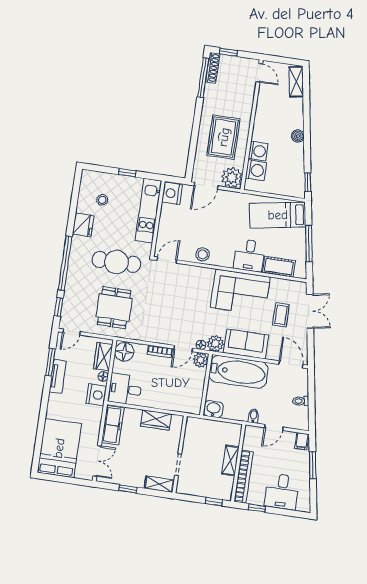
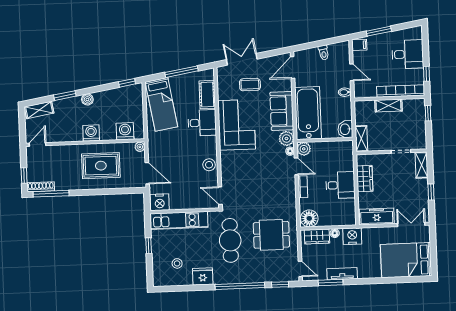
window: (307, 112) -> (65, 96), added
washing machine: (258, 151) -> (91, 133), moved
plant: (232, 178) -> (140, 147), width x0.53, depth x0.53
desk: (125, 389) -> (340, 185), moved, turned -90
shelving: (200, 424) -> (361, 139), added

